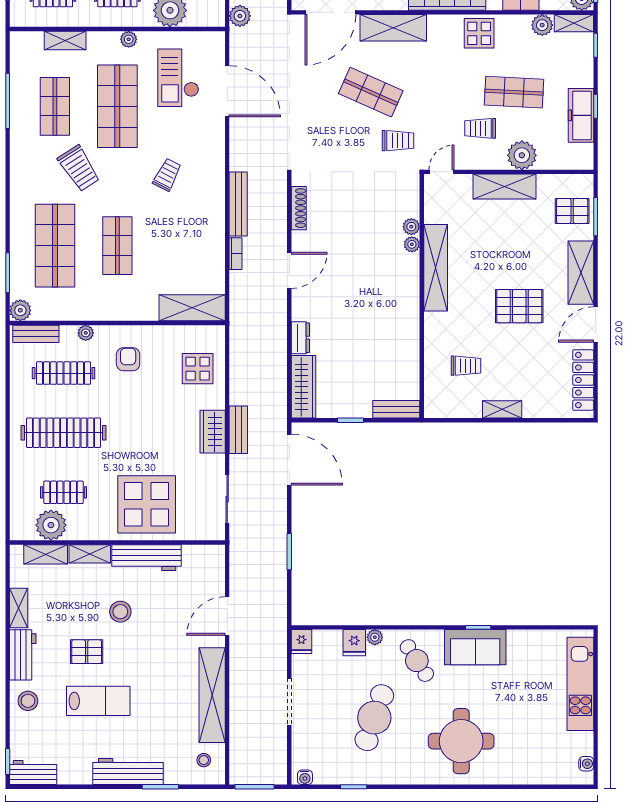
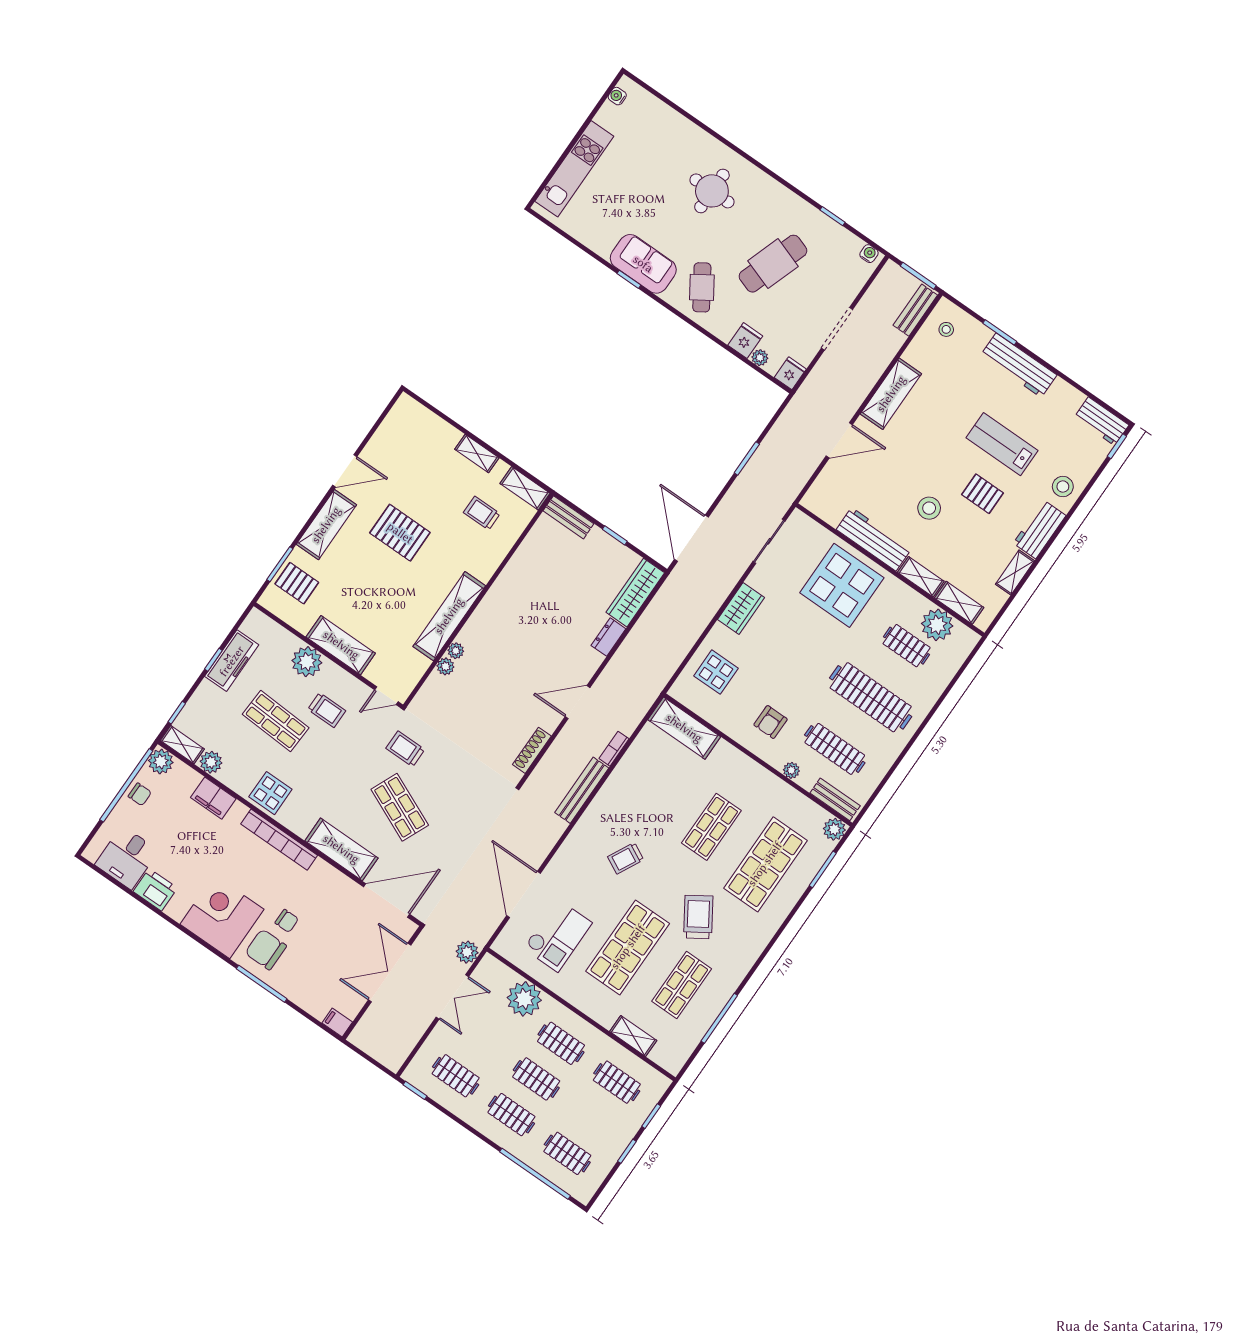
plant: (129, 39) -> (578, 999), removed
locker: (583, 380) -> (389, 430), removed
shelving: (446, 408) -> (525, 488), added
bench: (238, 430) -> (915, 310), moved
plant: (375, 637) -> (760, 358), moved
shelving: (212, 695) -> (891, 394), width x0.68
round table: (461, 741) -> (712, 191), width x0.73, depth x0.73

